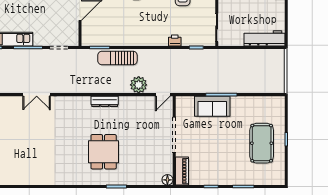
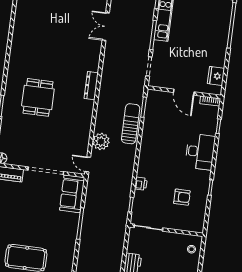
double door: (37, 95) -> (106, 27), moved
dresser: (105, 101) -> (91, 86), moved
sofa: (212, 106) -> (72, 194), moved
dining table: (104, 152) -> (38, 97), turned 90

